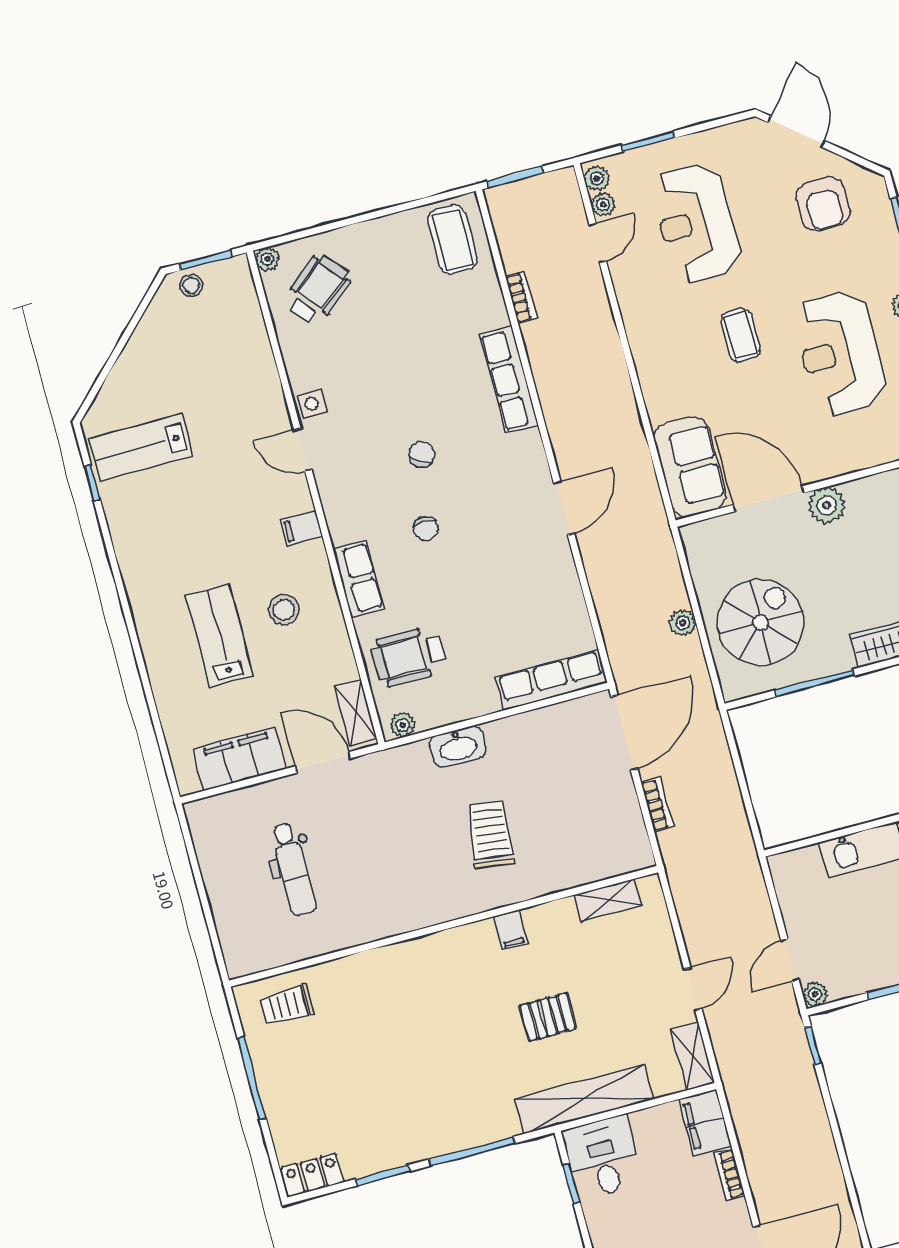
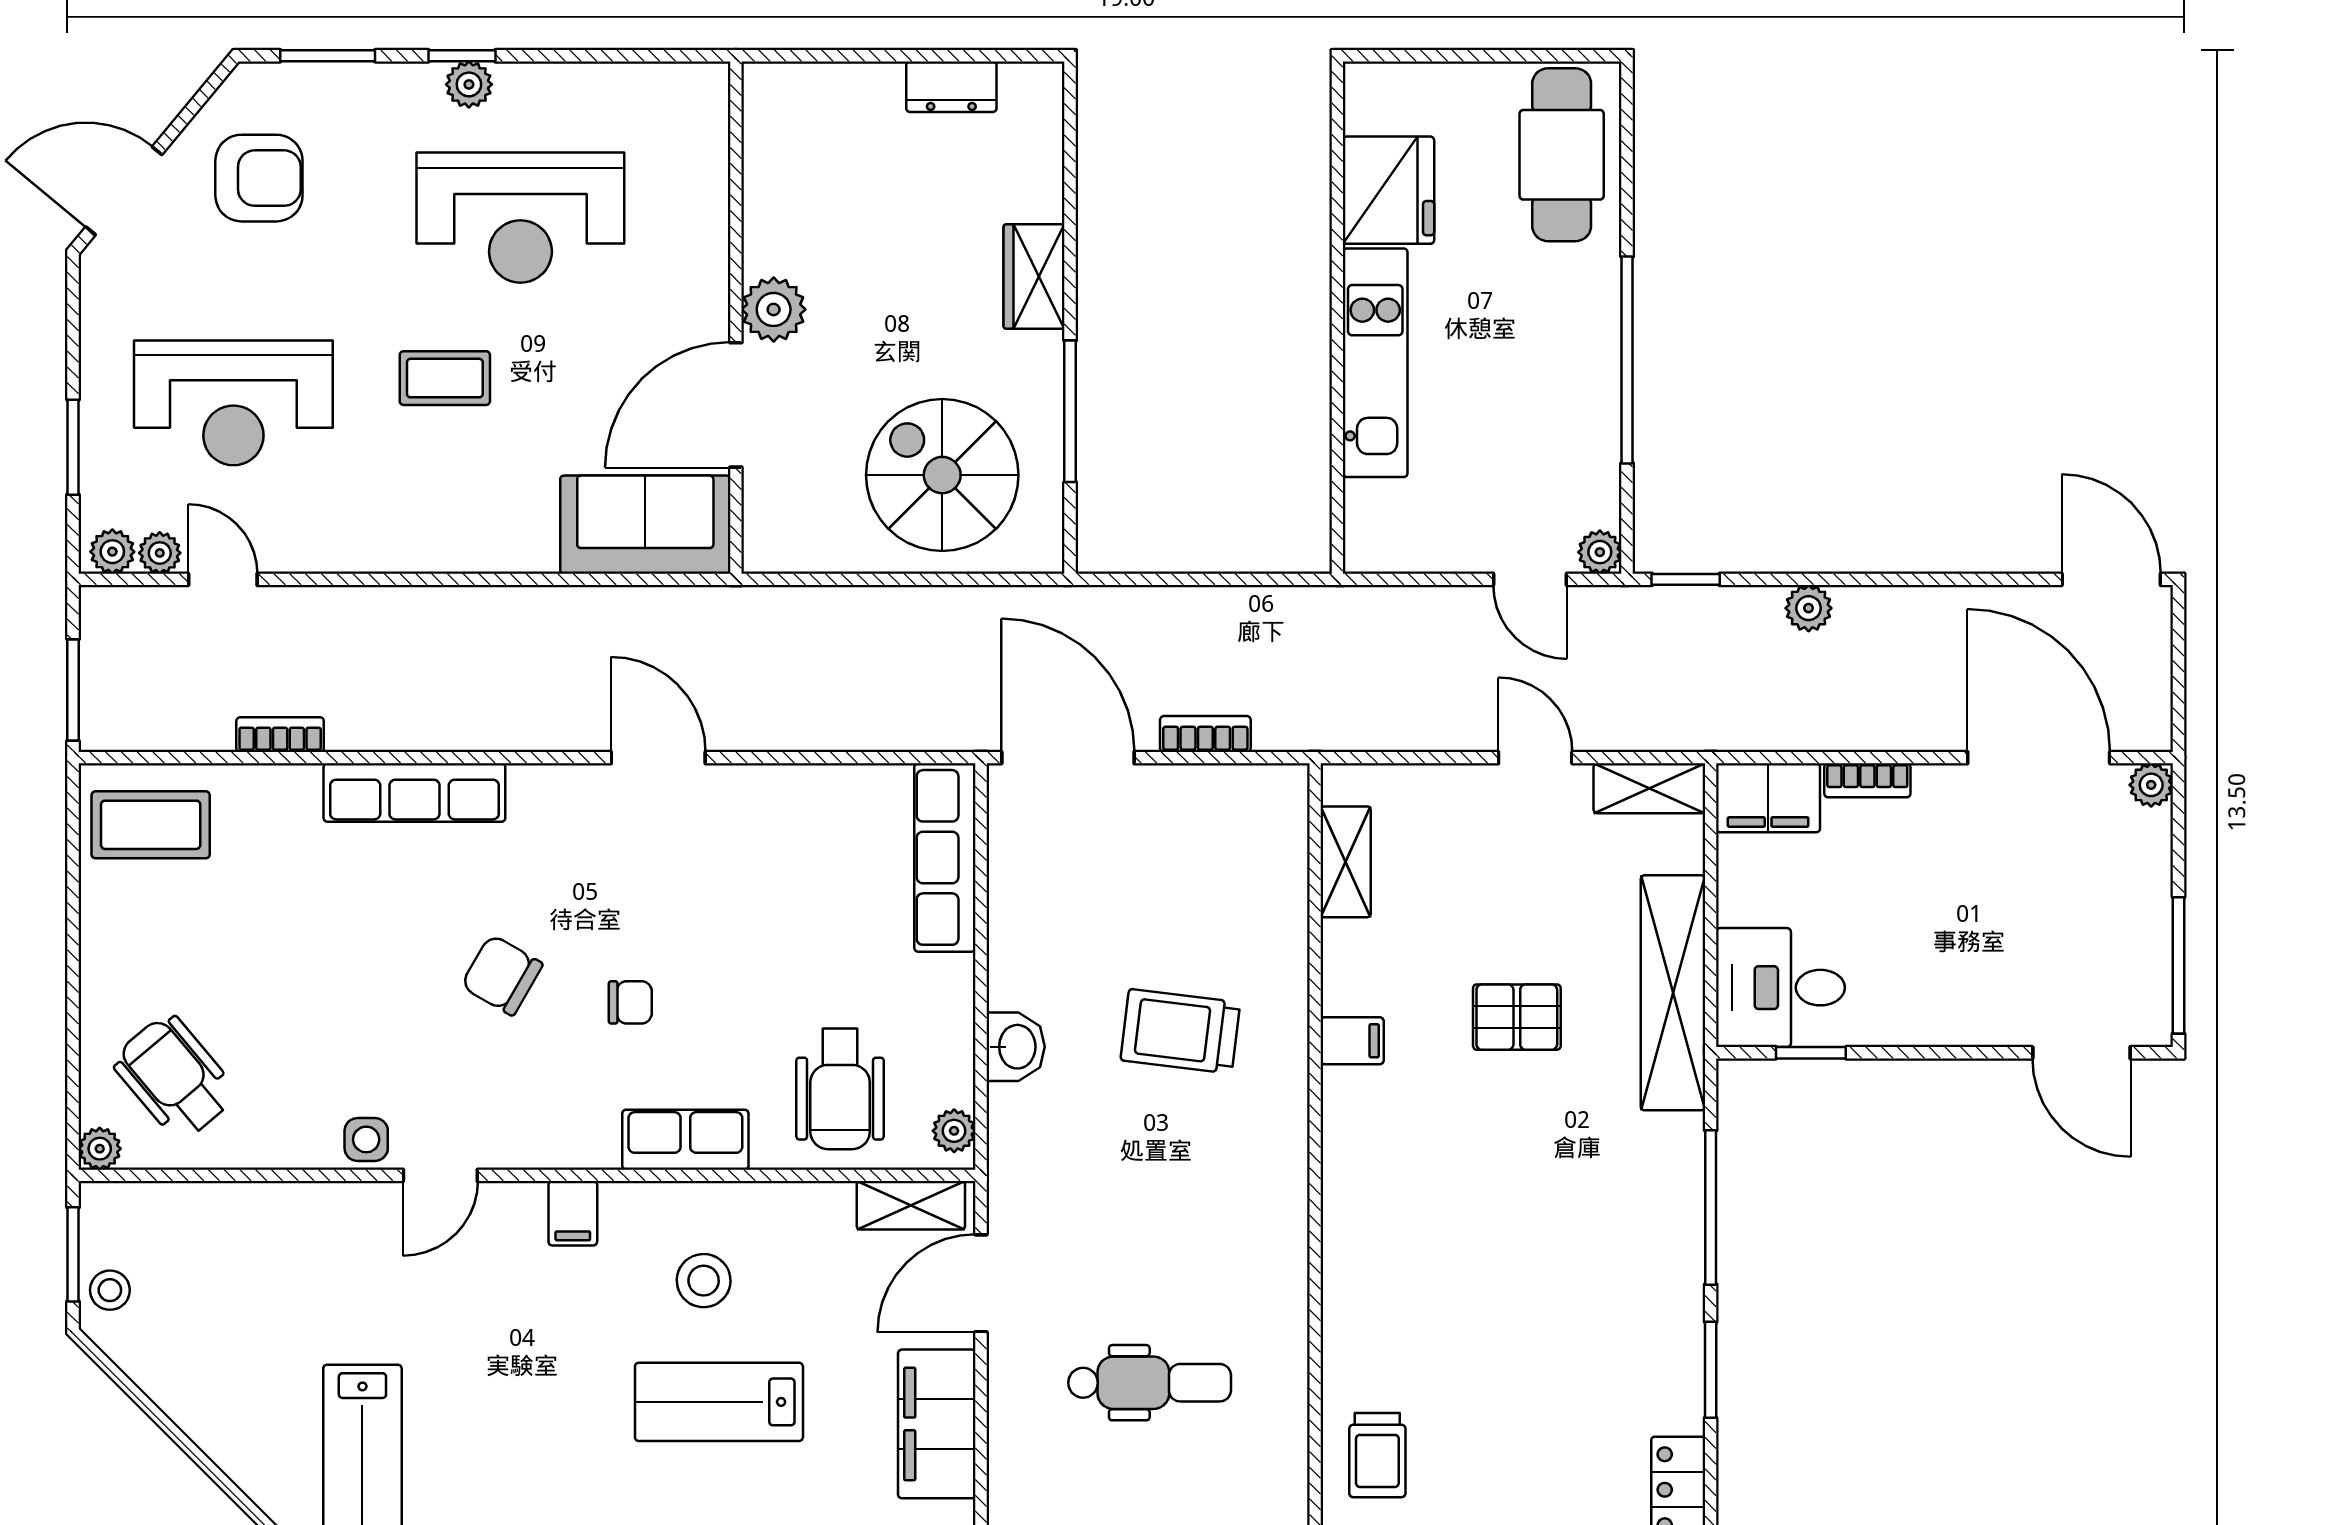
chair: (422, 454) -> (502, 975), width x1.37, depth x1.37
plant: (683, 623) -> (1809, 608), moved
washbasin: (458, 746) -> (1016, 1047), width x0.72
pallet: (548, 1017) -> (1517, 1017), turned 90

